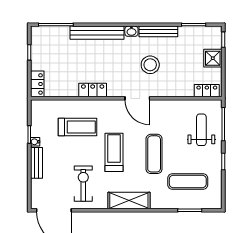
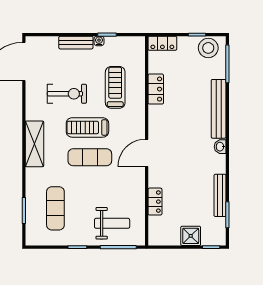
bench: (158, 31) -> (220, 195), moved
stool: (150, 65) -> (208, 48), moved
locker: (93, 90) -> (156, 89), moved
locker: (207, 91) -> (155, 202), moved
treadmill: (77, 127) -> (115, 87), turned 180
treadmill: (114, 152) -> (87, 127), turned 180
exercise mat: (154, 154) -> (90, 157), moved
exercise bike: (83, 184) -> (67, 94), moved

